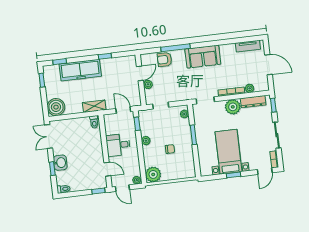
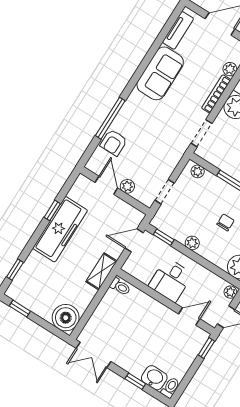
sofa: (203, 57) -> (160, 73), moved
freezer: (80, 70) -> (60, 229), moved
washbasin: (60, 163) -> (154, 378), moved

